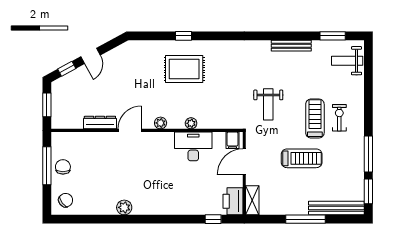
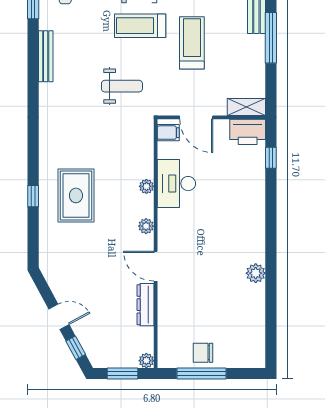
plant: (57, 123) -> (146, 361), added
chair: (66, 200) -> (246, 349), removed

